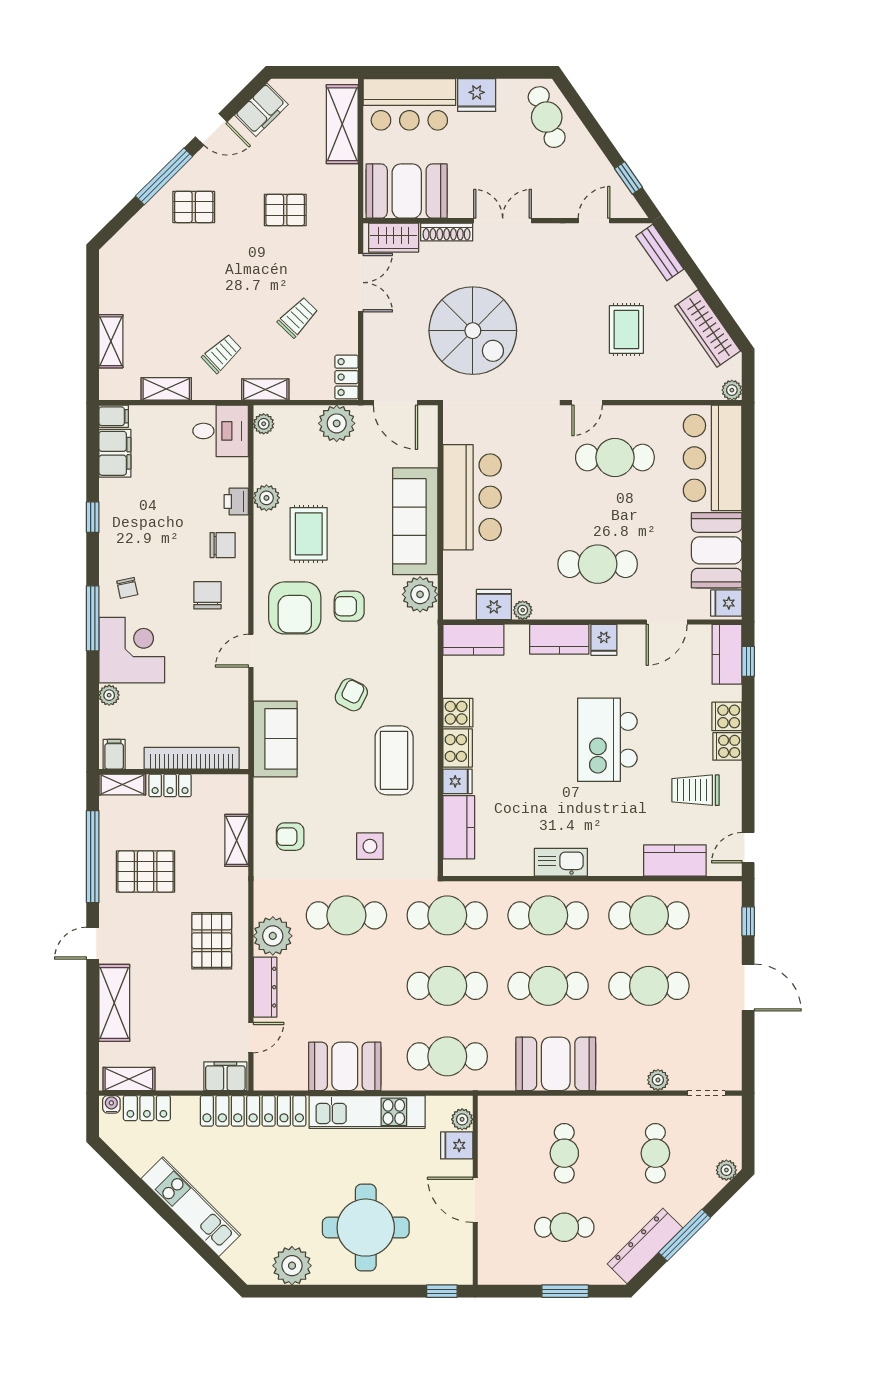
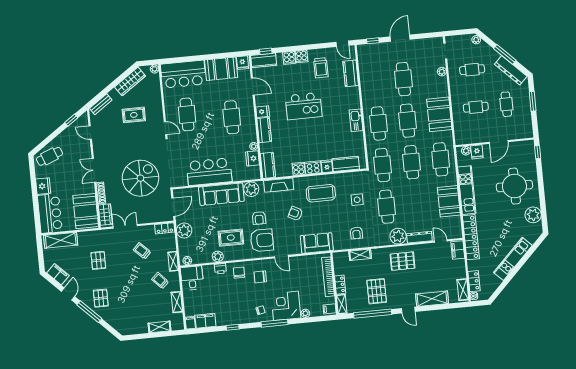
fireplace: (423, 661) -> (279, 185), added
cafe table: (649, 915) -> (374, 82), removed

